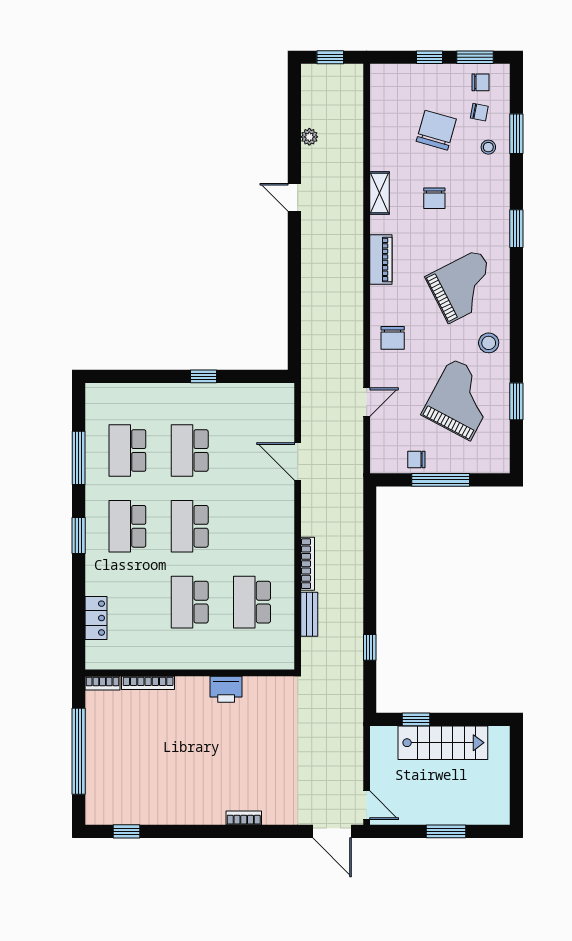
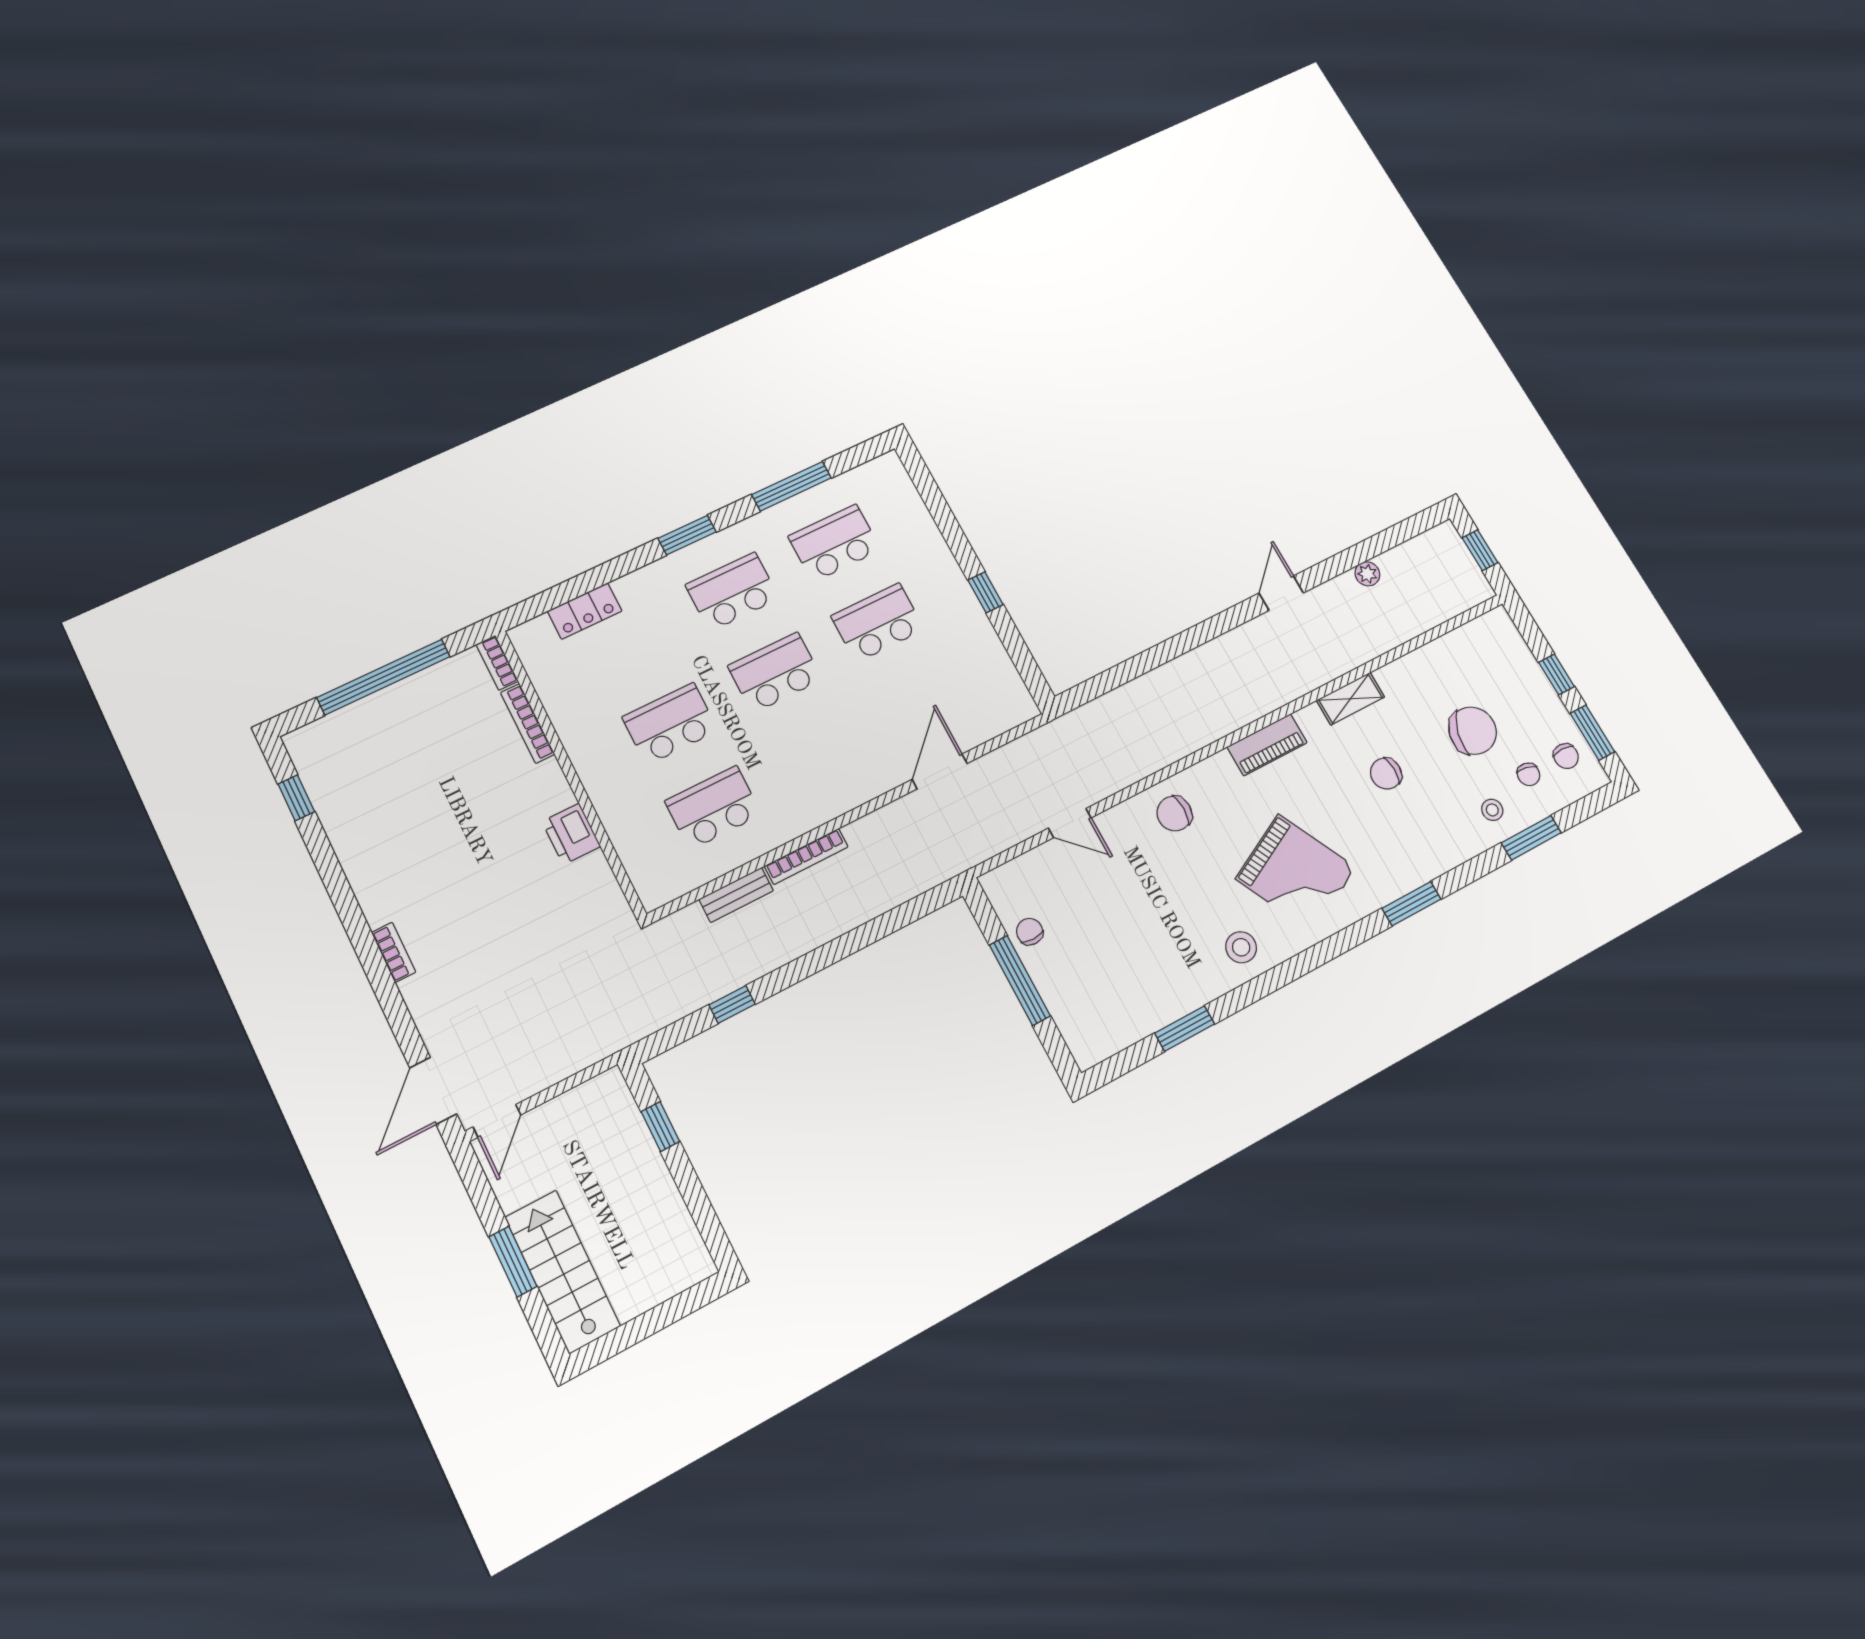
grand piano: (461, 399) -> (1144, 949), removed
stairs: (443, 743) -> (562, 1272), moved, turned 180

